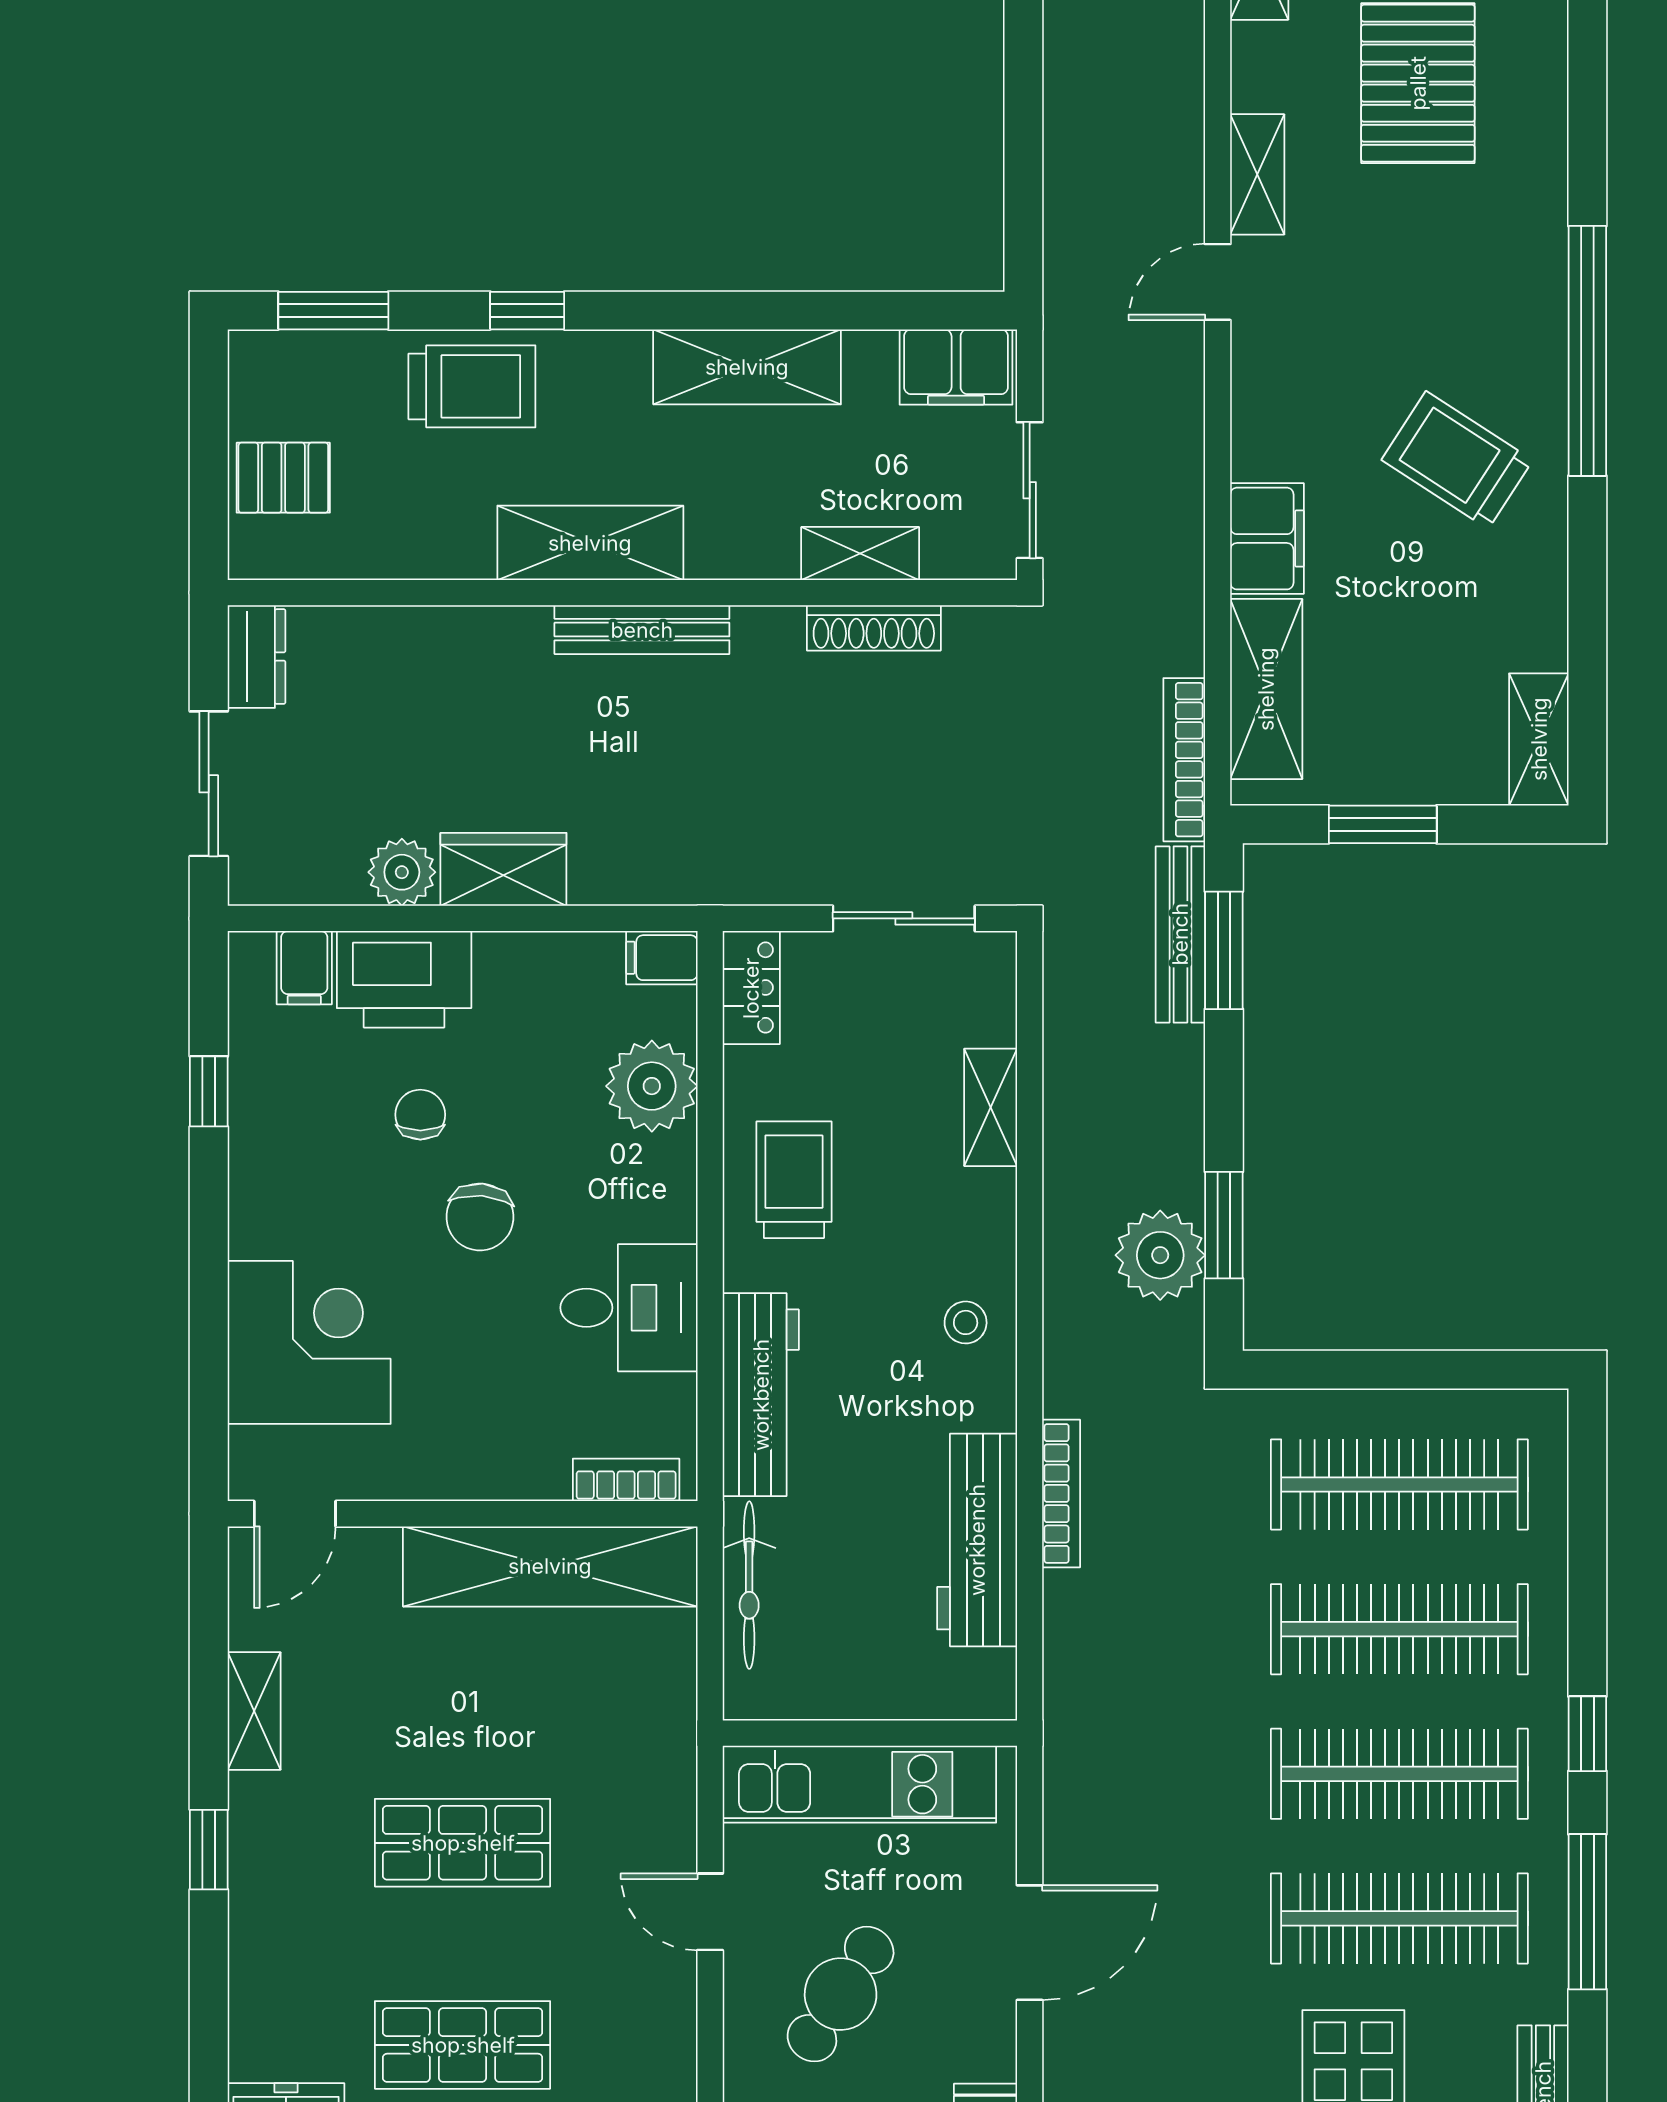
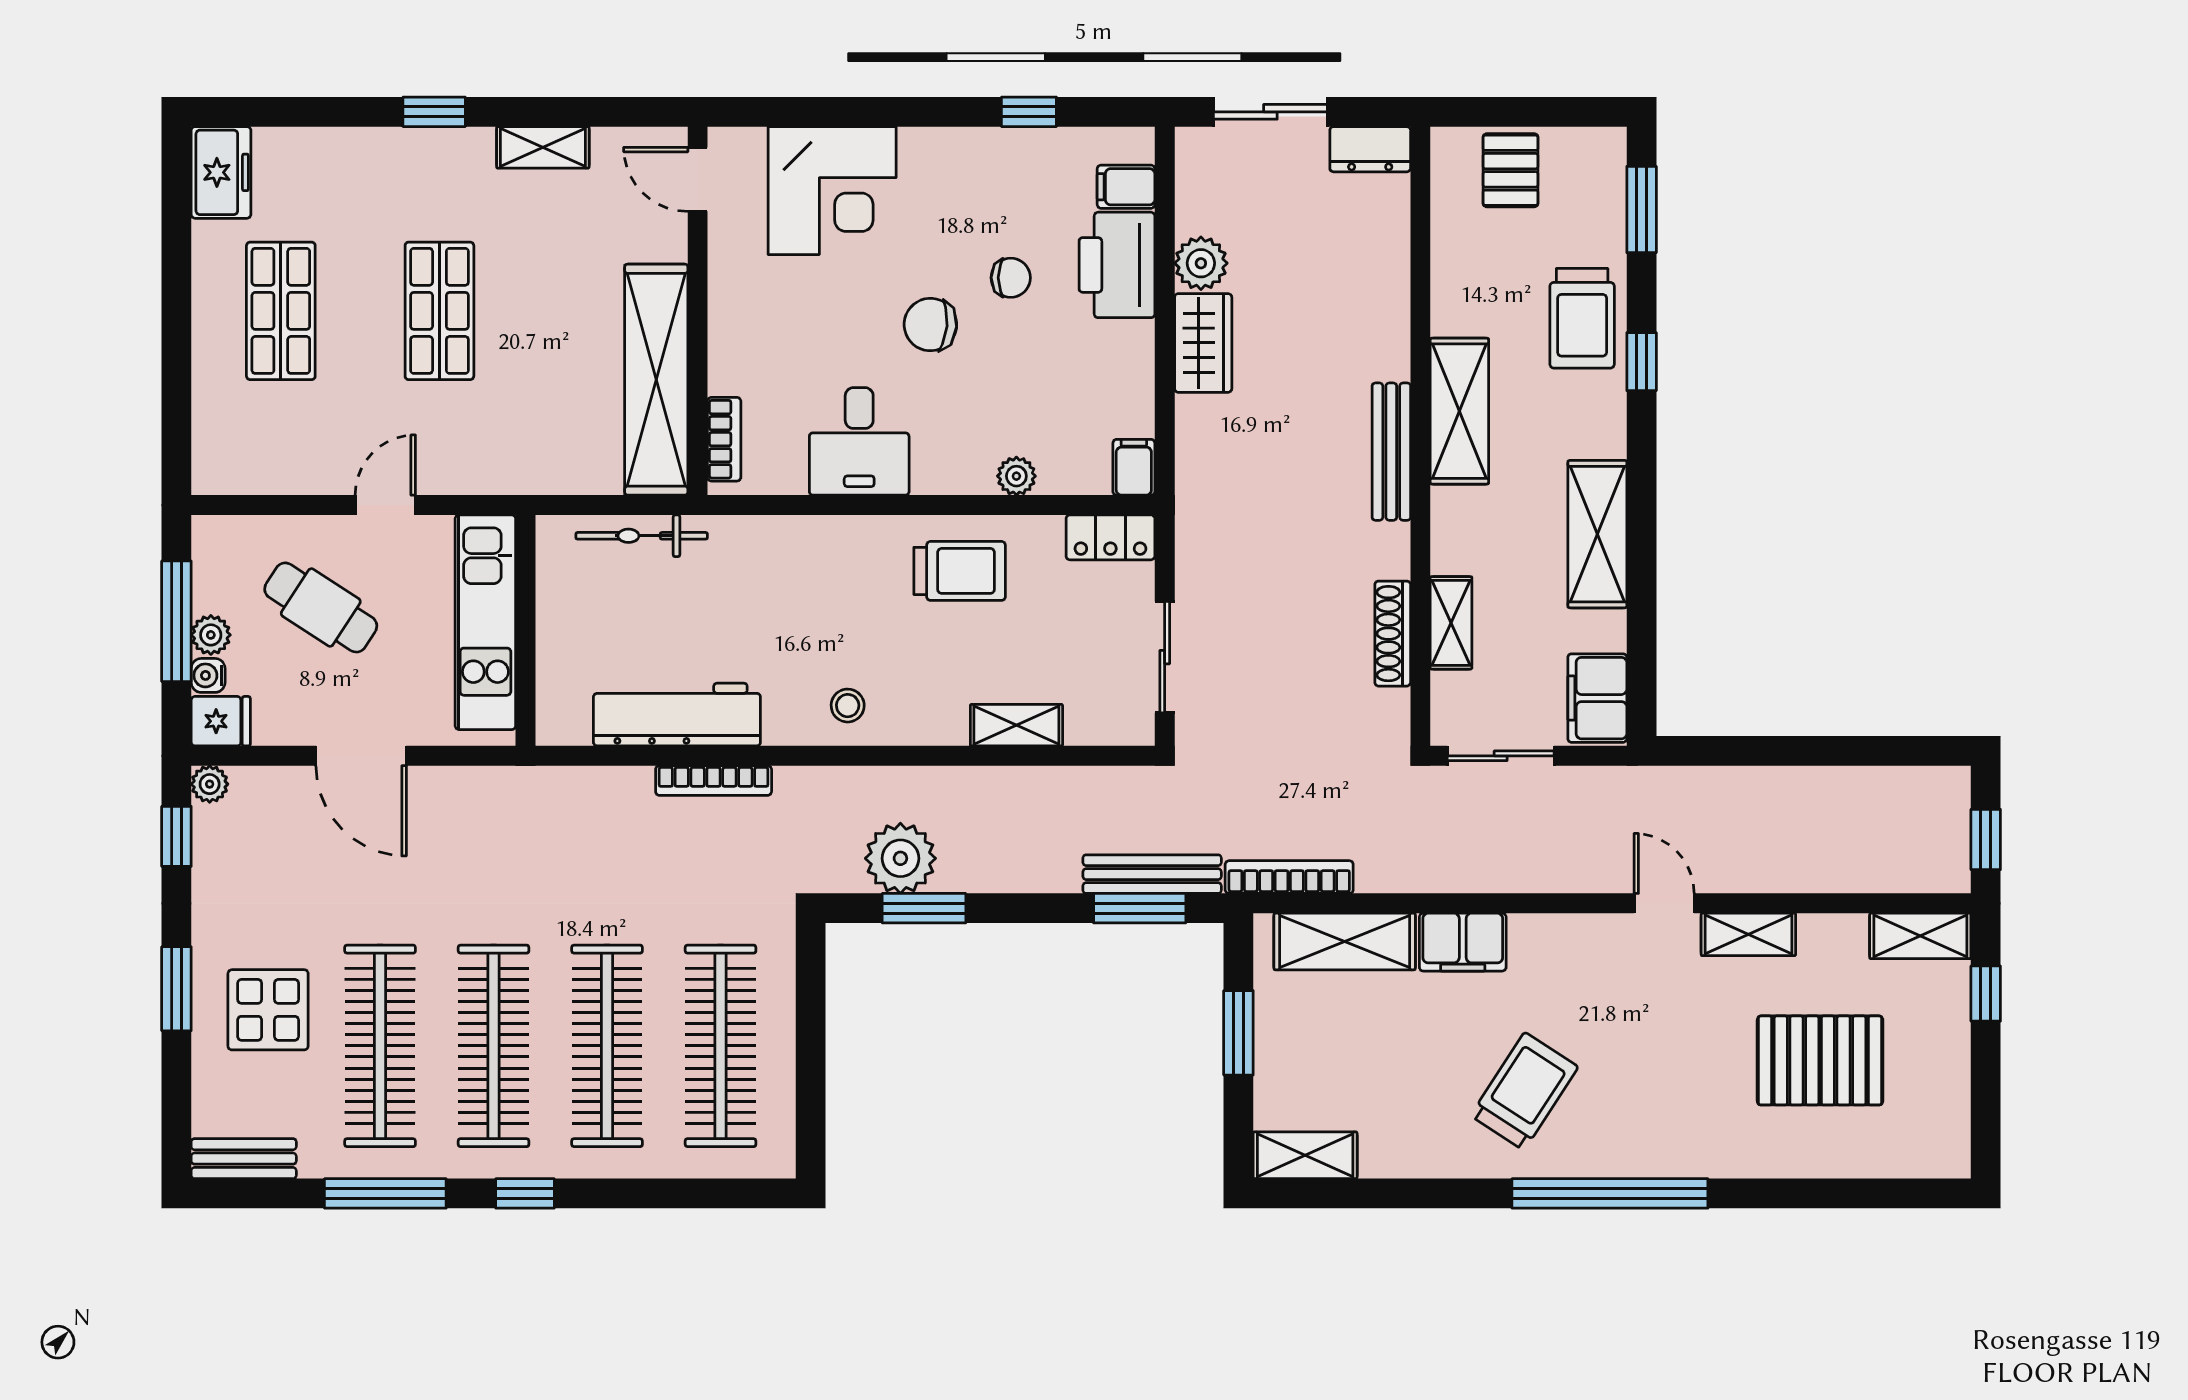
plant: (652, 1086) -> (1016, 476), width x0.53, depth x0.53
workbench: (761, 1395) -> (791, 545), removed

